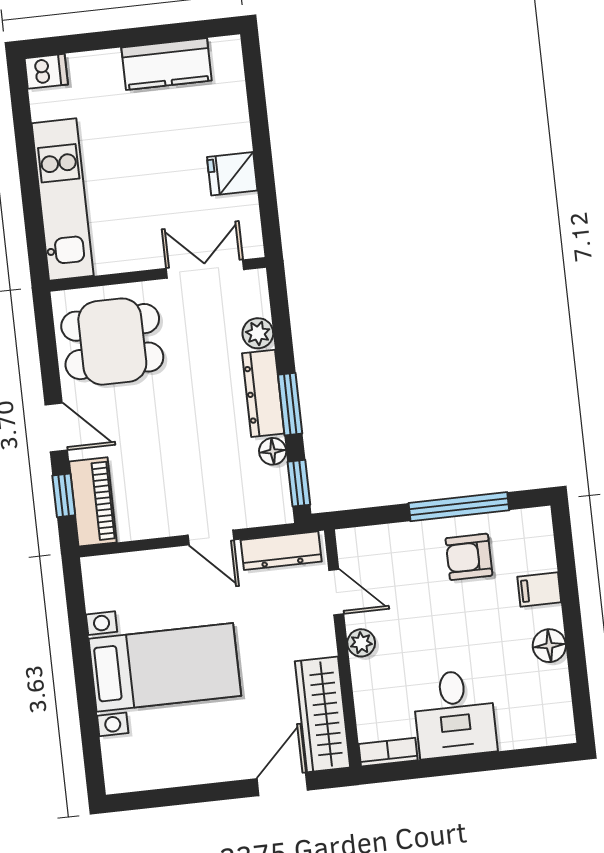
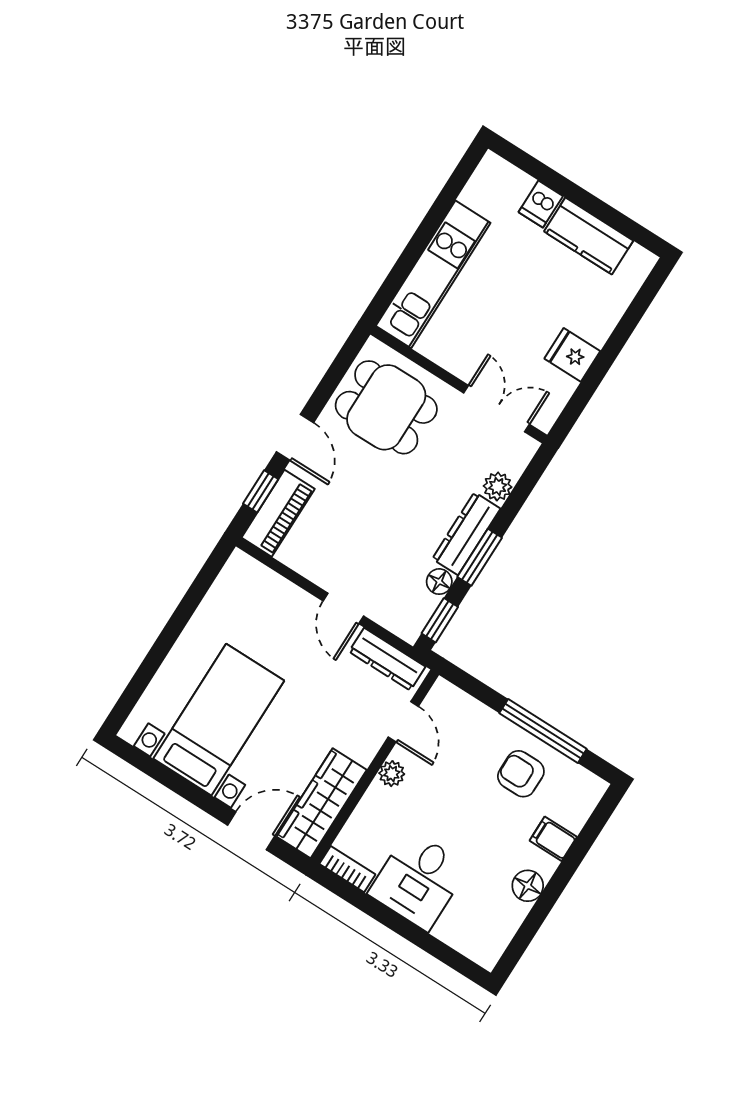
dishwasher: (46, 71) -> (541, 204), moved, turned 90
bed with nightstands: (165, 667) -> (219, 720), moved, turned -90

